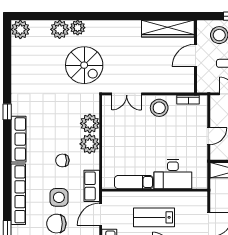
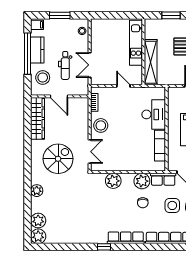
plant: (60, 29) -> (38, 221), moved
spiral stairs: (84, 65) -> (58, 159), moved
plant: (90, 144) -> (142, 181), moved

